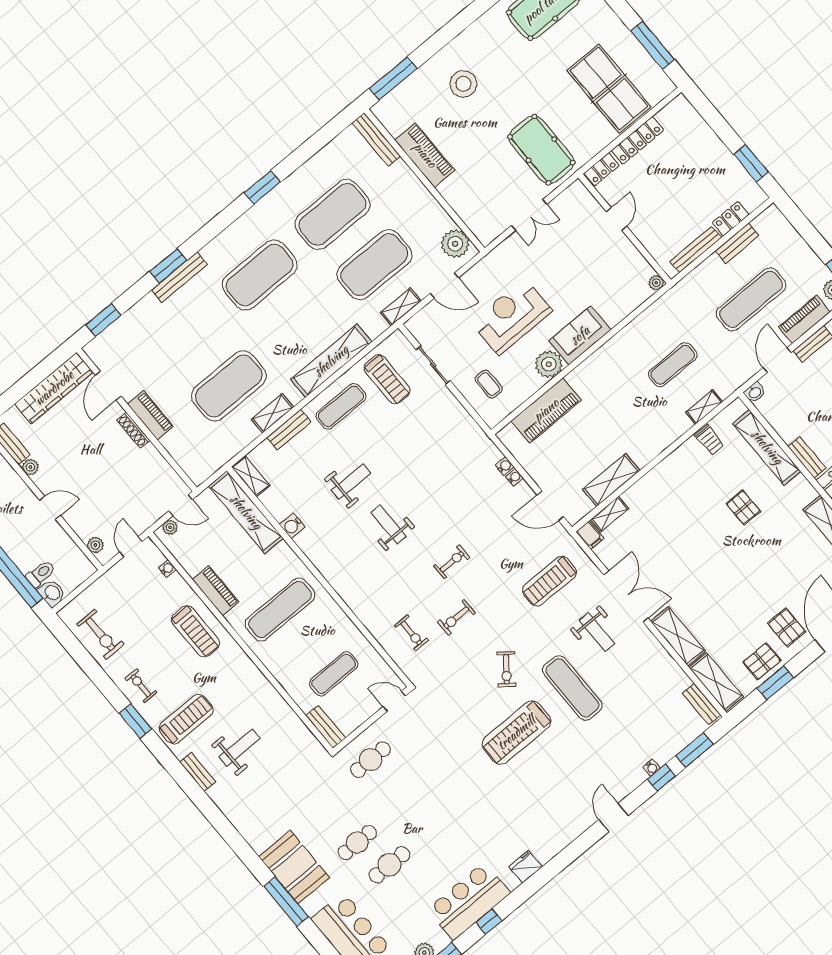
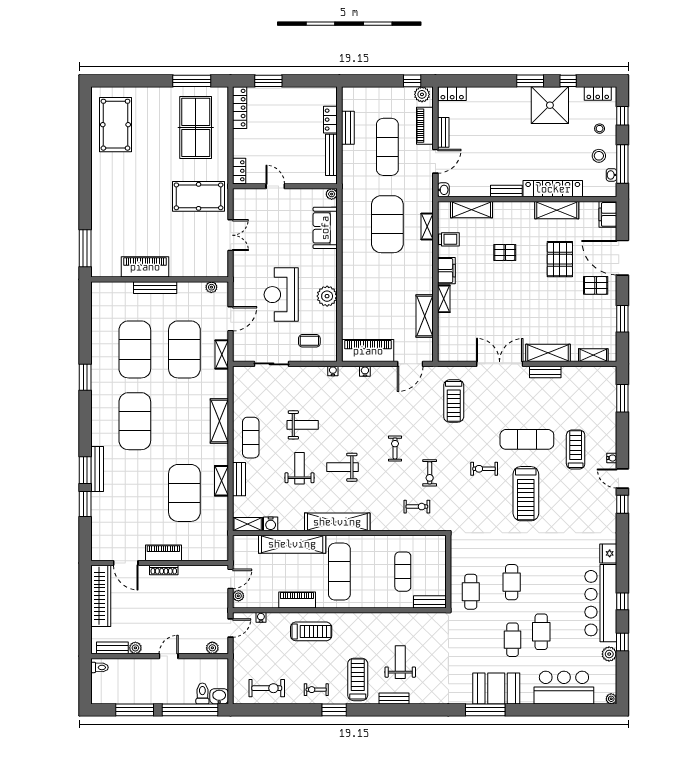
stool: (463, 84) -> (122, 210), removed
table tennis table: (609, 89) -> (196, 127), turned 90
bench: (376, 139) -> (155, 288), moved
locker: (637, 140) -> (240, 108), moved
window: (751, 163) -> (268, 81), moved
plant: (455, 244) -> (211, 287), width x0.53, depth x0.53
window: (103, 320) -> (85, 504), moved
sofa: (580, 335) -> (325, 228), moved
door: (777, 360) -> (435, 161), swing flipped
shelving: (331, 361) -> (219, 421), width x0.68
exercise mat: (673, 365) -> (387, 224), width x2.00, depth x1.45
treadmill: (387, 379) -> (576, 449), moved, turned -90
piano: (546, 410) -> (368, 351), moved, turned -90
shelving: (767, 447) -> (472, 210), width x0.68
water cooler: (514, 477) -> (333, 371), moved
shelving: (246, 512) -> (292, 544), moved
shelving: (610, 514) -> (444, 299), moved
water cooler: (292, 526) -> (271, 524), moved
filing cabinet: (590, 535) -> (446, 271), moved, width x2.00
door: (131, 547) -> (231, 628), swing flipped
shelving: (329, 565) -> (337, 522), added
weight bench: (597, 632) -> (303, 425), moved
pallet: (762, 661) -> (560, 259), moved, width x1.50, depth x1.42
exercise bike: (506, 669) -> (484, 469), turned 142
shelving: (716, 682) -> (593, 355), width x0.67, depth x0.75
door: (394, 701) -> (448, 550), removed
bench: (701, 704) -> (545, 372), moved
water cooler: (652, 768) -> (612, 458), moved
window: (661, 778) -> (622, 504), moved
cafe table: (415, 793) -> (512, 582), added
bar counter: (469, 901) -> (601, 603), width x1.36
window: (286, 902) -> (485, 710), moved

